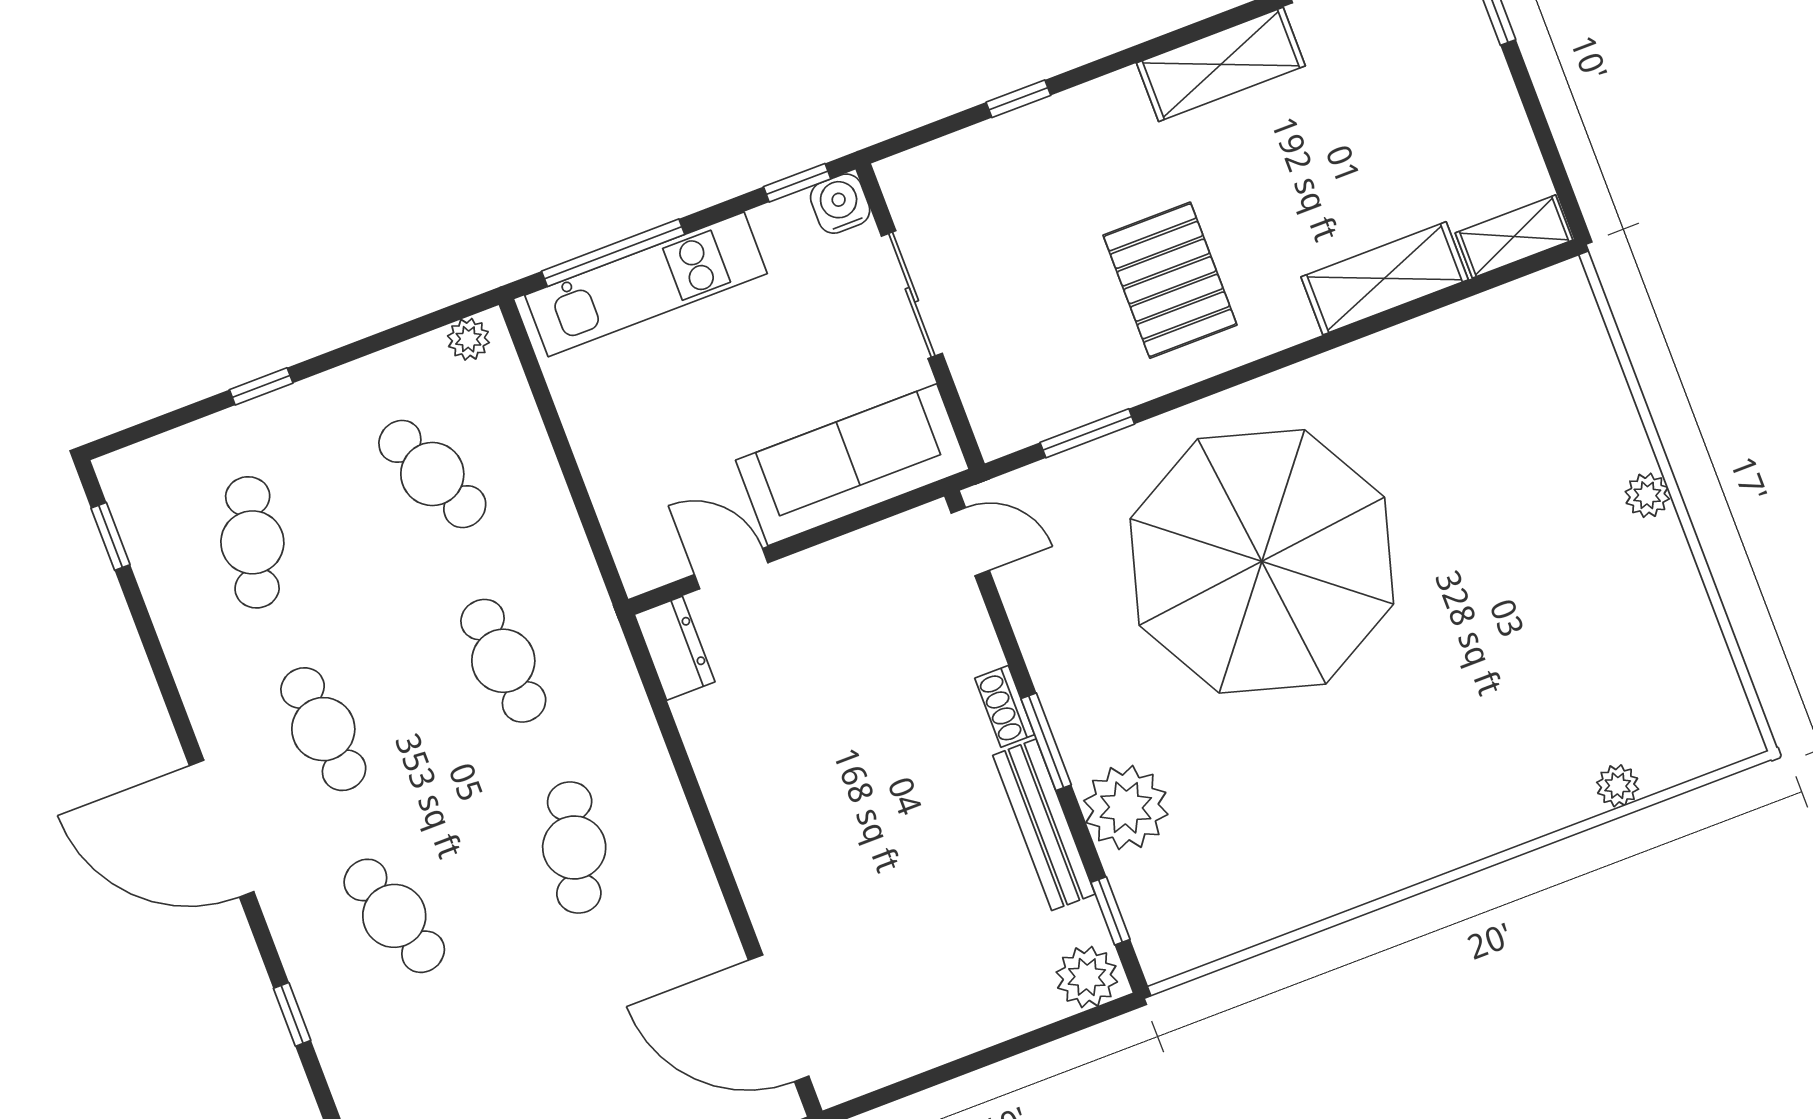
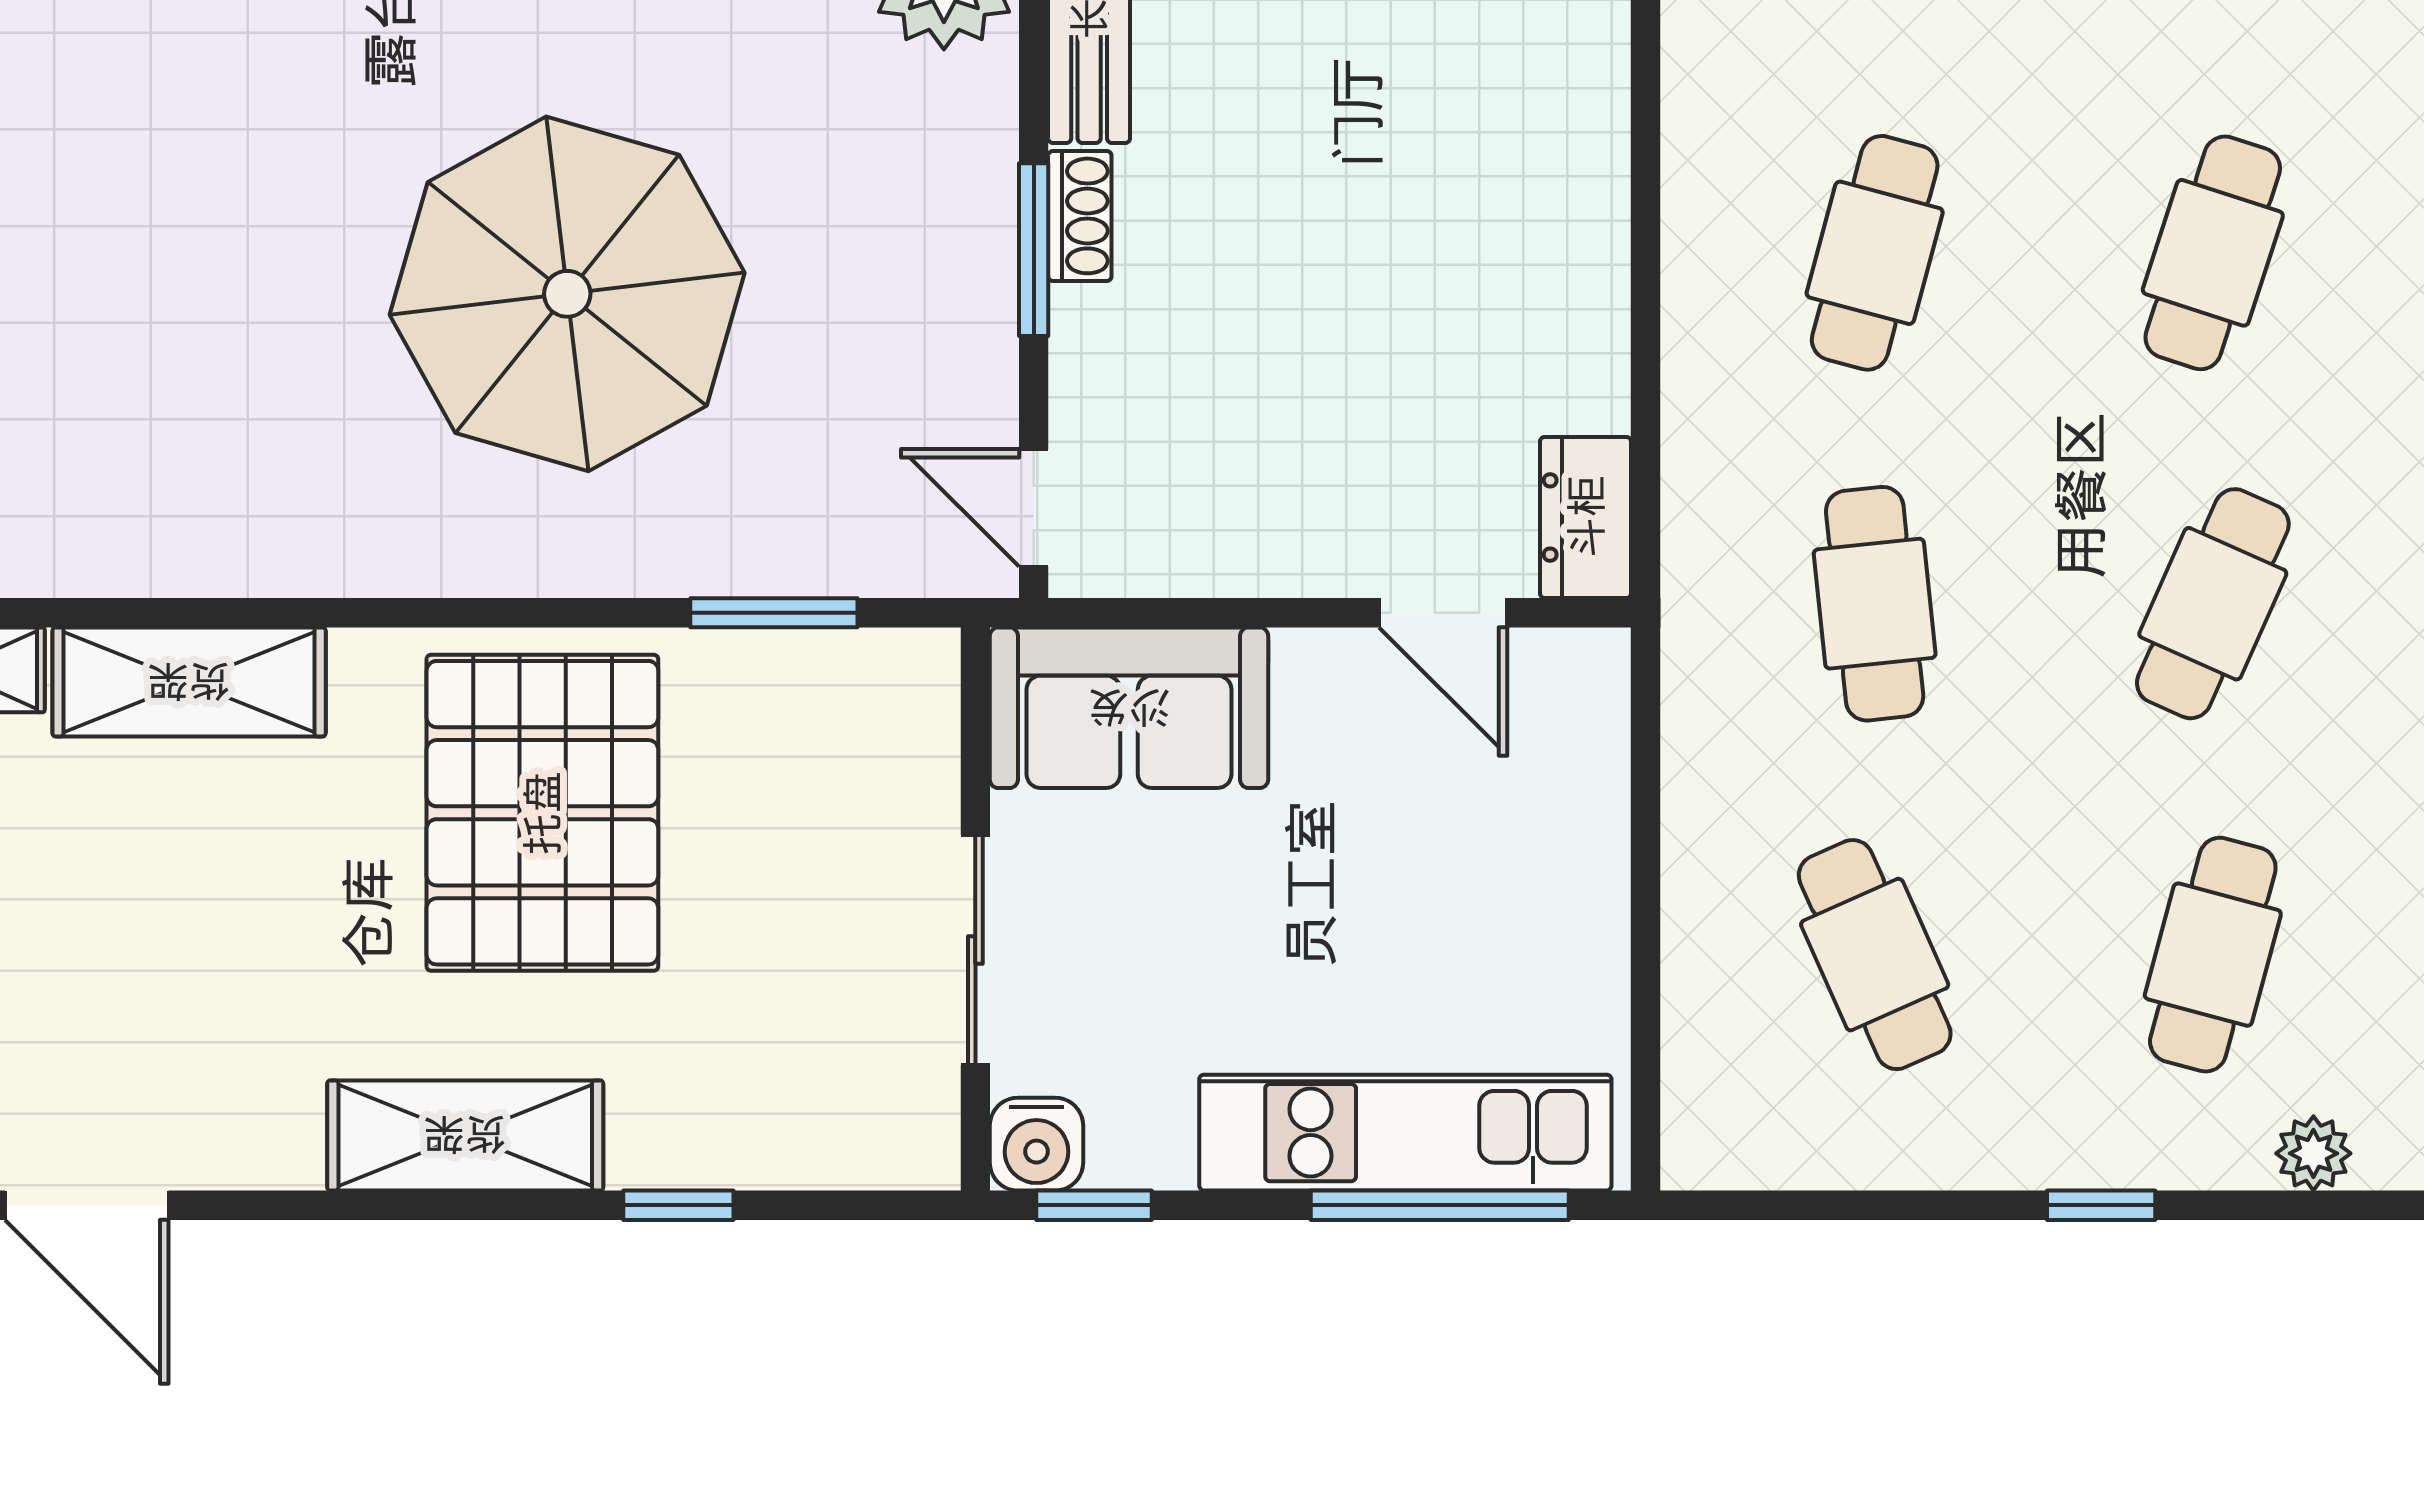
shelving: (1221, 64) -> (465, 1135), moved
pallet: (1170, 280) -> (542, 813), width x1.37, depth x1.41
plant: (468, 339) -> (2313, 1153), moved
sofa: (852, 465) -> (1129, 708), width x0.73
parasol: (1262, 561) -> (567, 294), width x0.73, depth x0.73
cafe table: (323, 729) -> (2213, 604), turned 30
window: (1046, 742) -> (1034, 250), moved
cafe table: (394, 916) -> (2213, 253), turned 36

